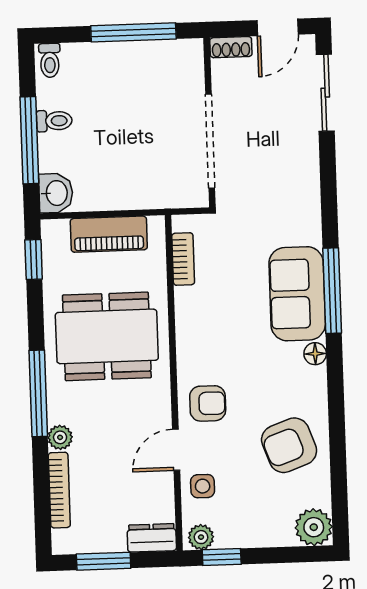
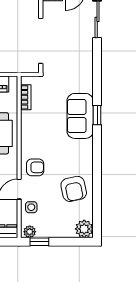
window: (332, 291) -> (97, 115), width x0.46
floor lamp: (315, 354) -> (88, 145), removed
armchair: (289, 445) -> (74, 189), turned -82

